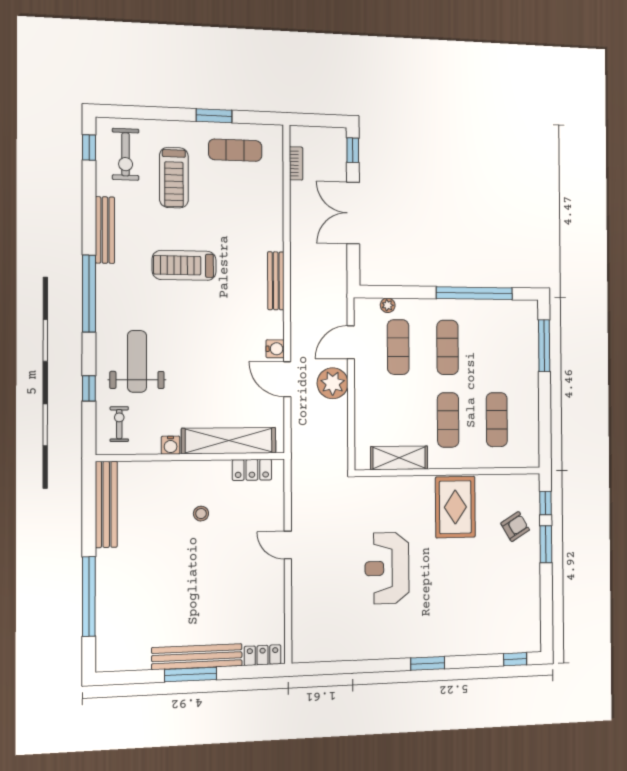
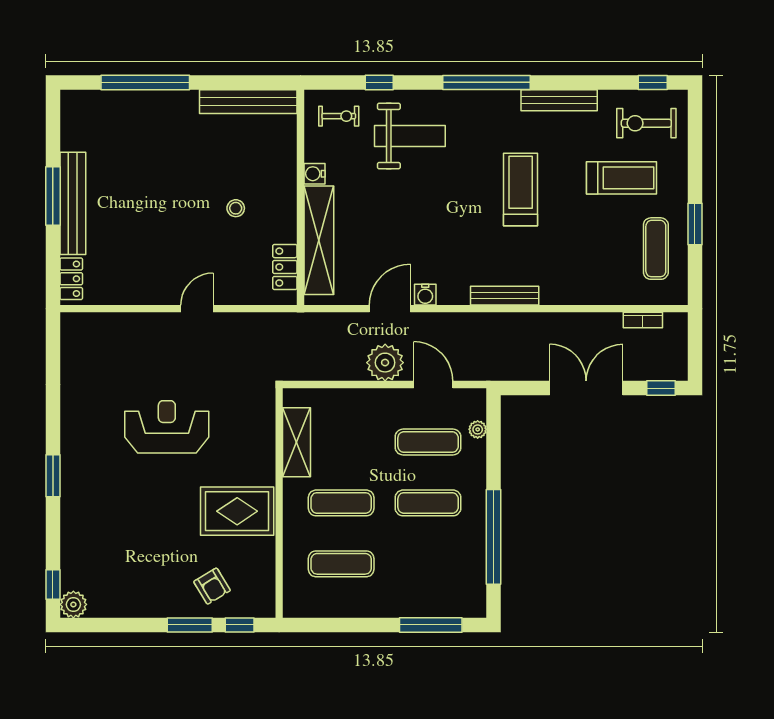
treadmill: (174, 178) -> (621, 178), turned 180
plant: (531, 641) -> (73, 604), added

